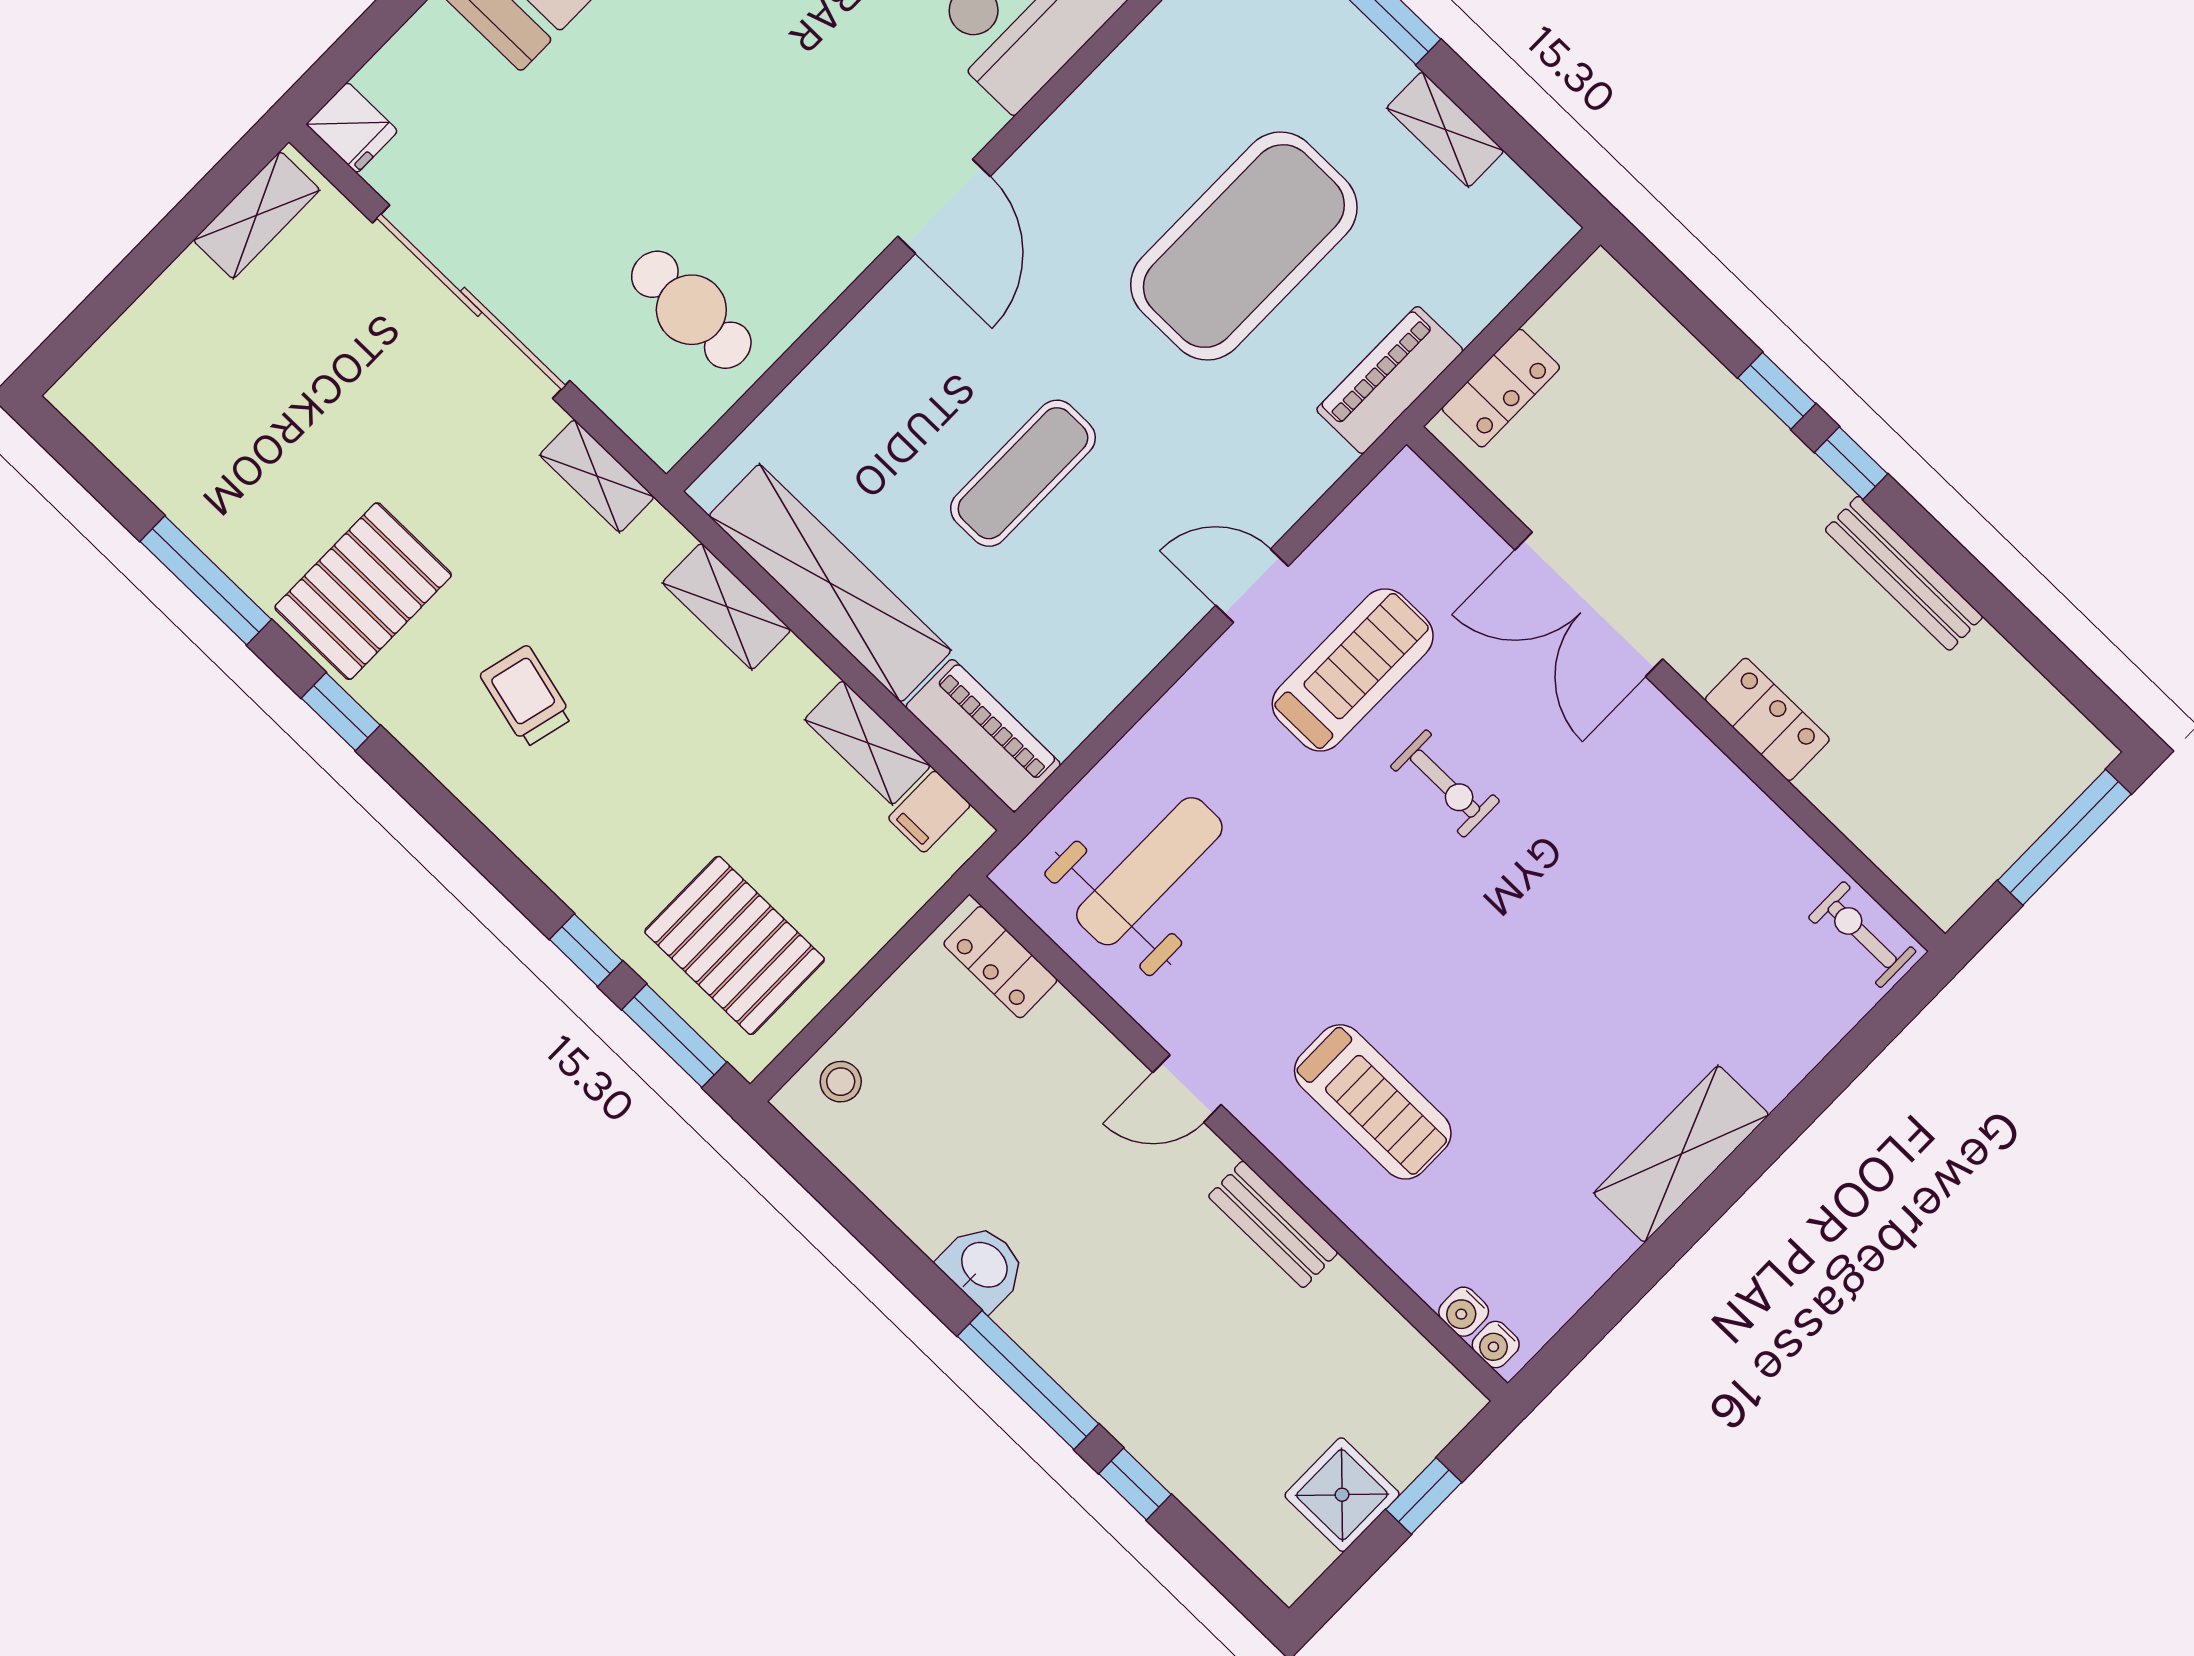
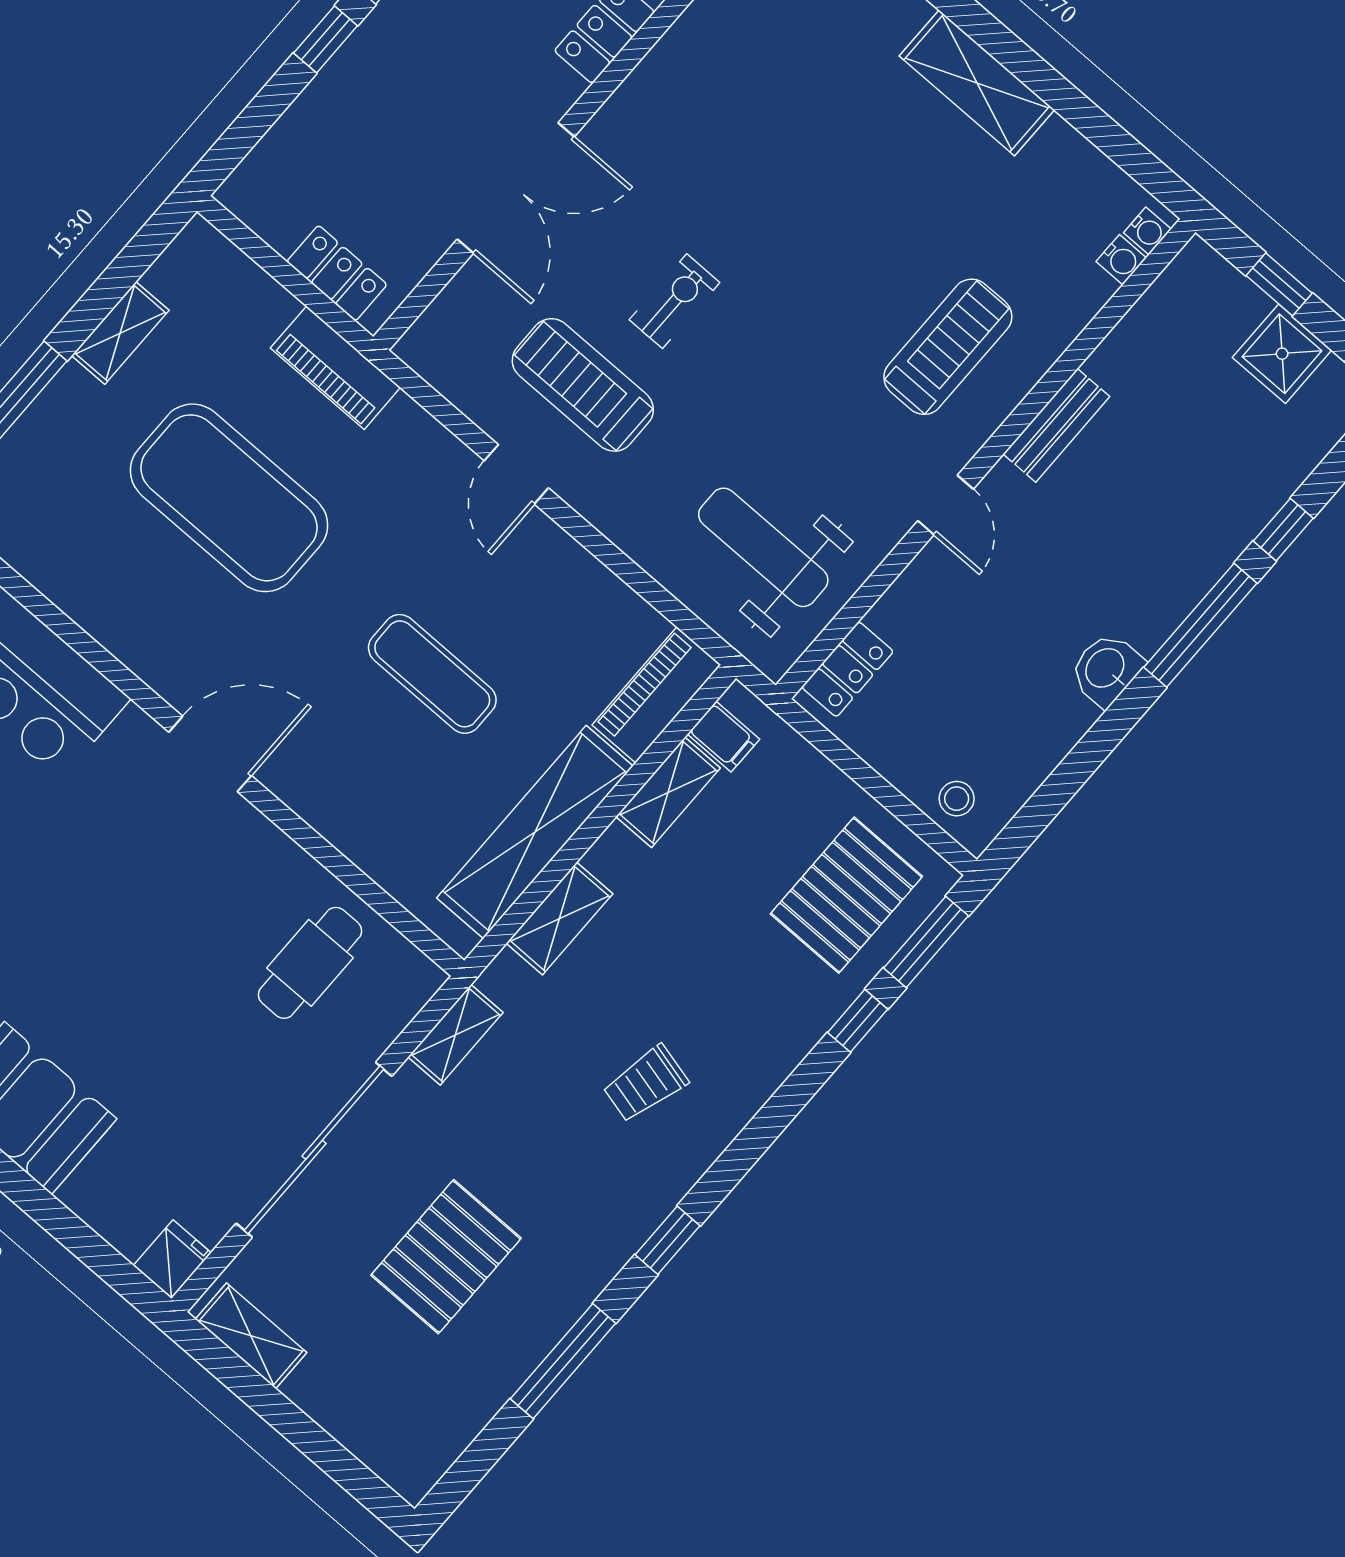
pallet: (363, 591) -> (446, 1257), moved, turned 90

